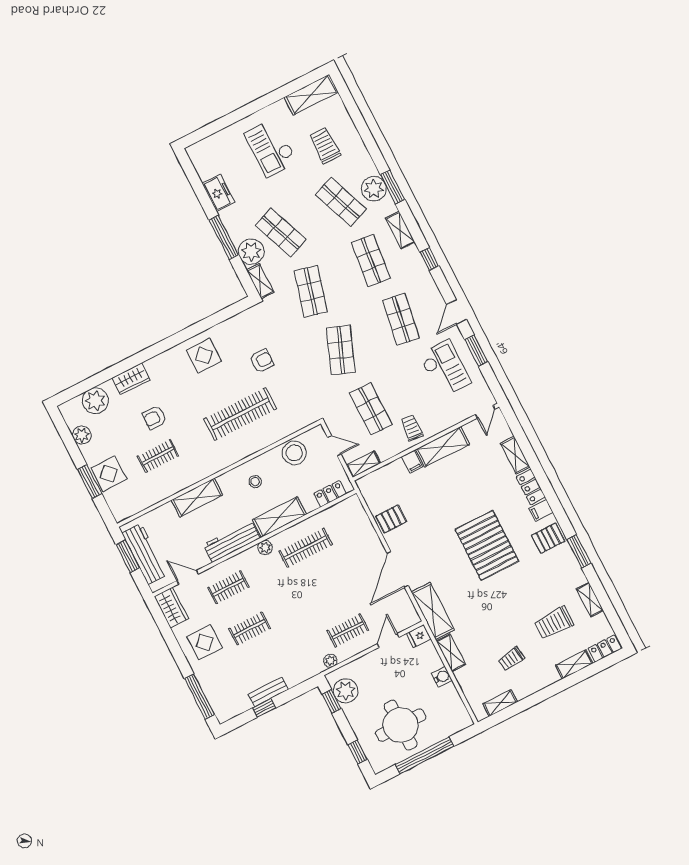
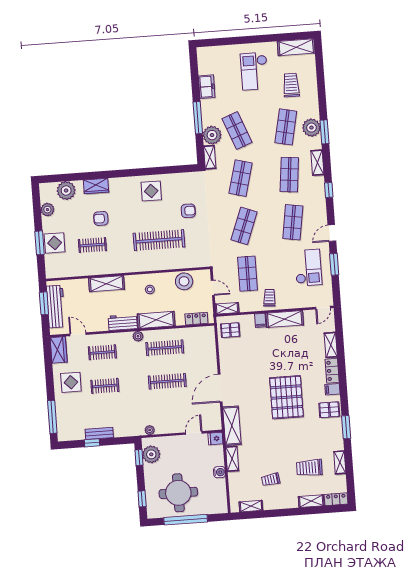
shop shelf: (341, 202) -> (286, 127), turned 33
pallet: (391, 519) -> (230, 330), moved
workbench: (232, 541) -> (123, 322), width x0.73
clothes rail: (348, 630) -> (167, 381), moved, width x1.36

